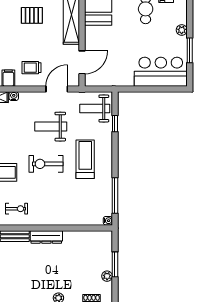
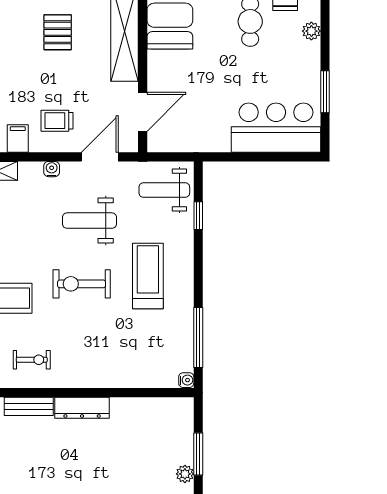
pallet: (32, 15) -> (58, 32), turned 90
plant: (182, 30) -> (311, 31), moved
water cooler: (14, 96) -> (52, 169), moved

